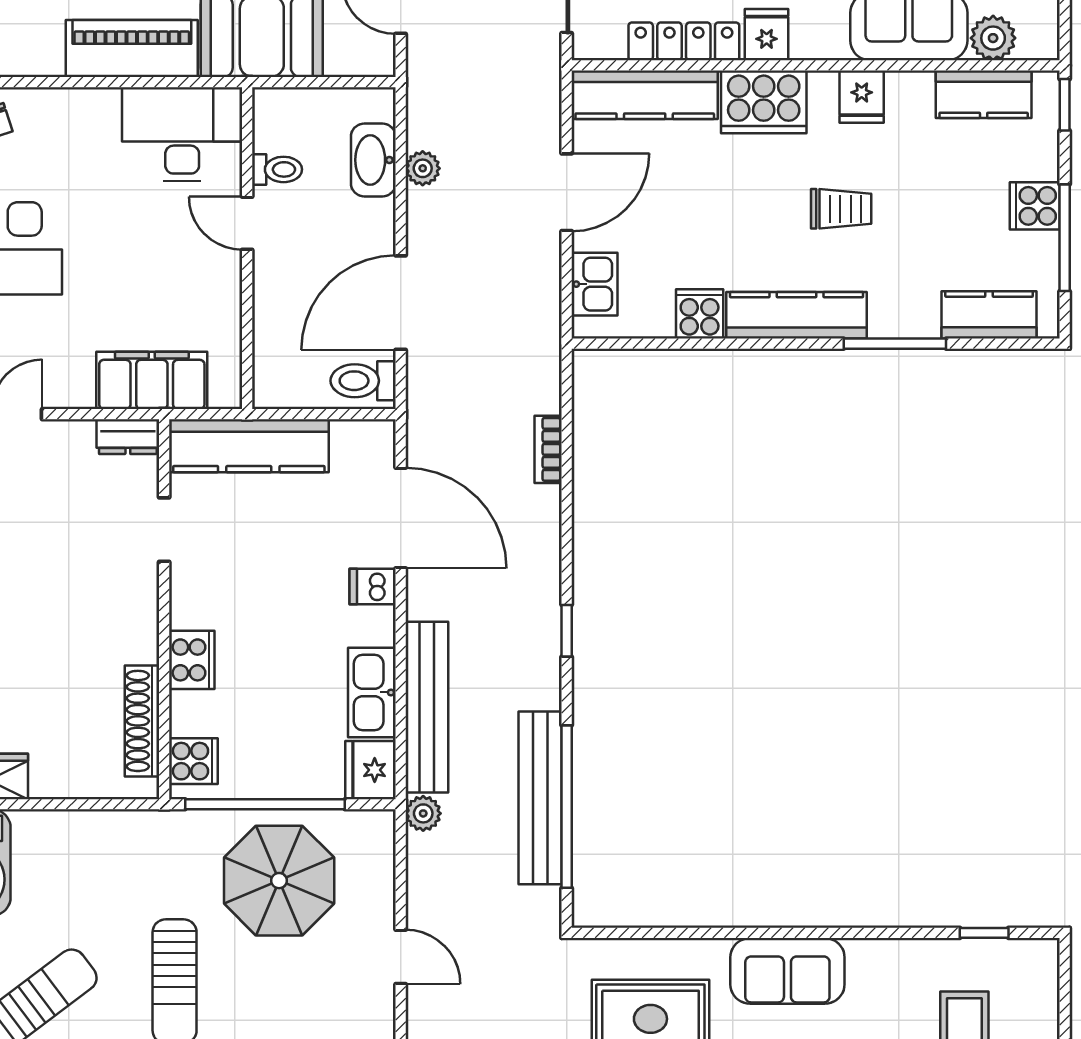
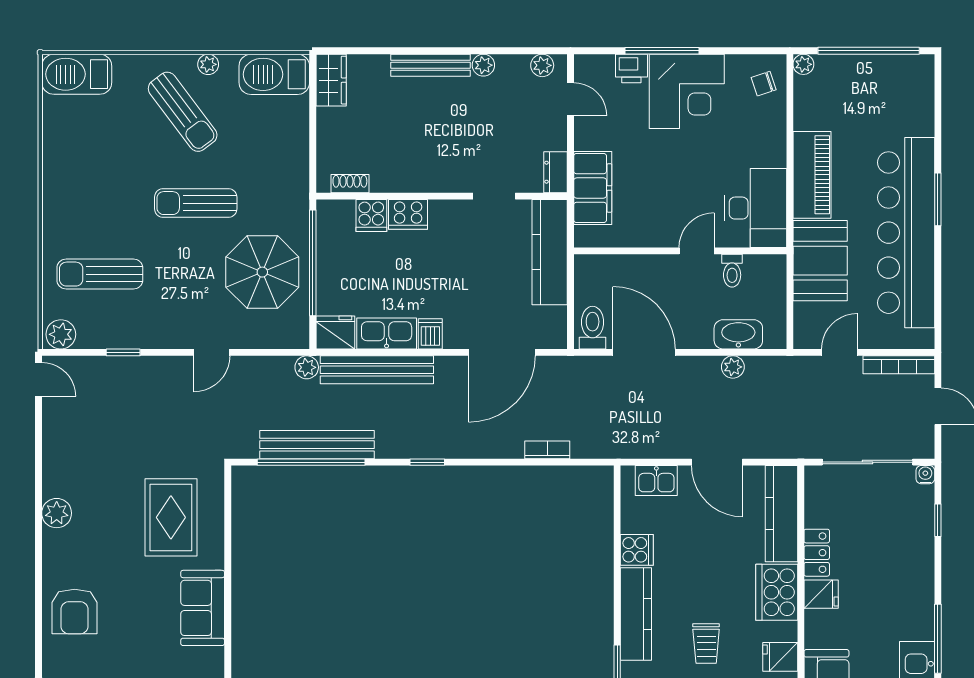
locker: (684, 41) -> (817, 553), width x0.66
dishwasher: (373, 587) -> (430, 334), moved
shoe rack: (142, 721) -> (350, 184), width x0.51, depth x0.81
cooker: (193, 761) -> (371, 215), moved

